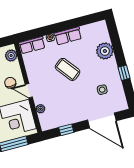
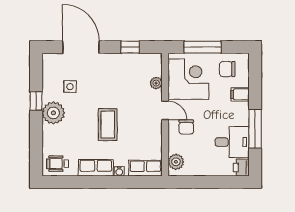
wheelchair: (96, 32) -> (58, 164), added
plant: (105, 51) -> (53, 113), moved
coffee table: (68, 69) -> (108, 125), turned 38

